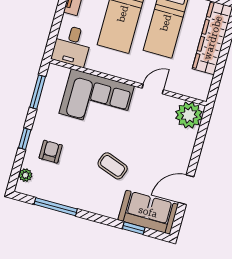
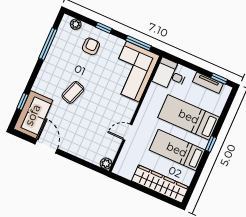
door: (153, 89) -> (128, 132), swing flipped
corner sofa: (97, 100) -> (133, 72), moved
plant: (189, 115) -> (106, 164), width x0.53, depth x0.53
armchair: (51, 152) -> (91, 46), turned -90

